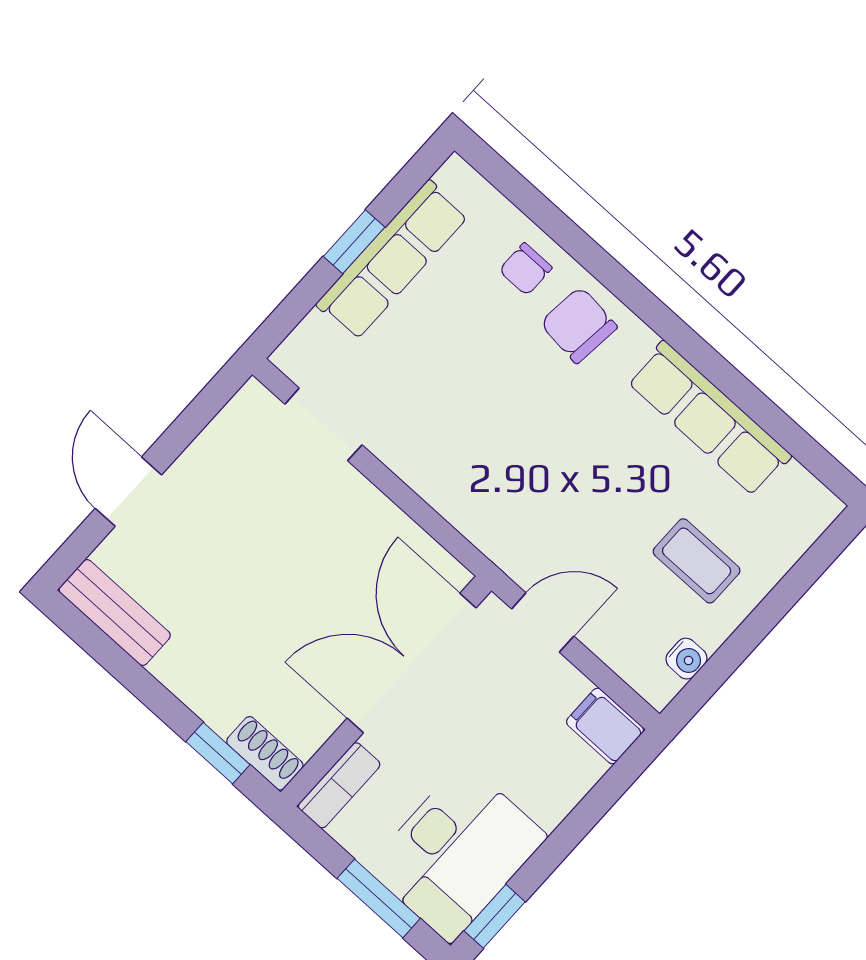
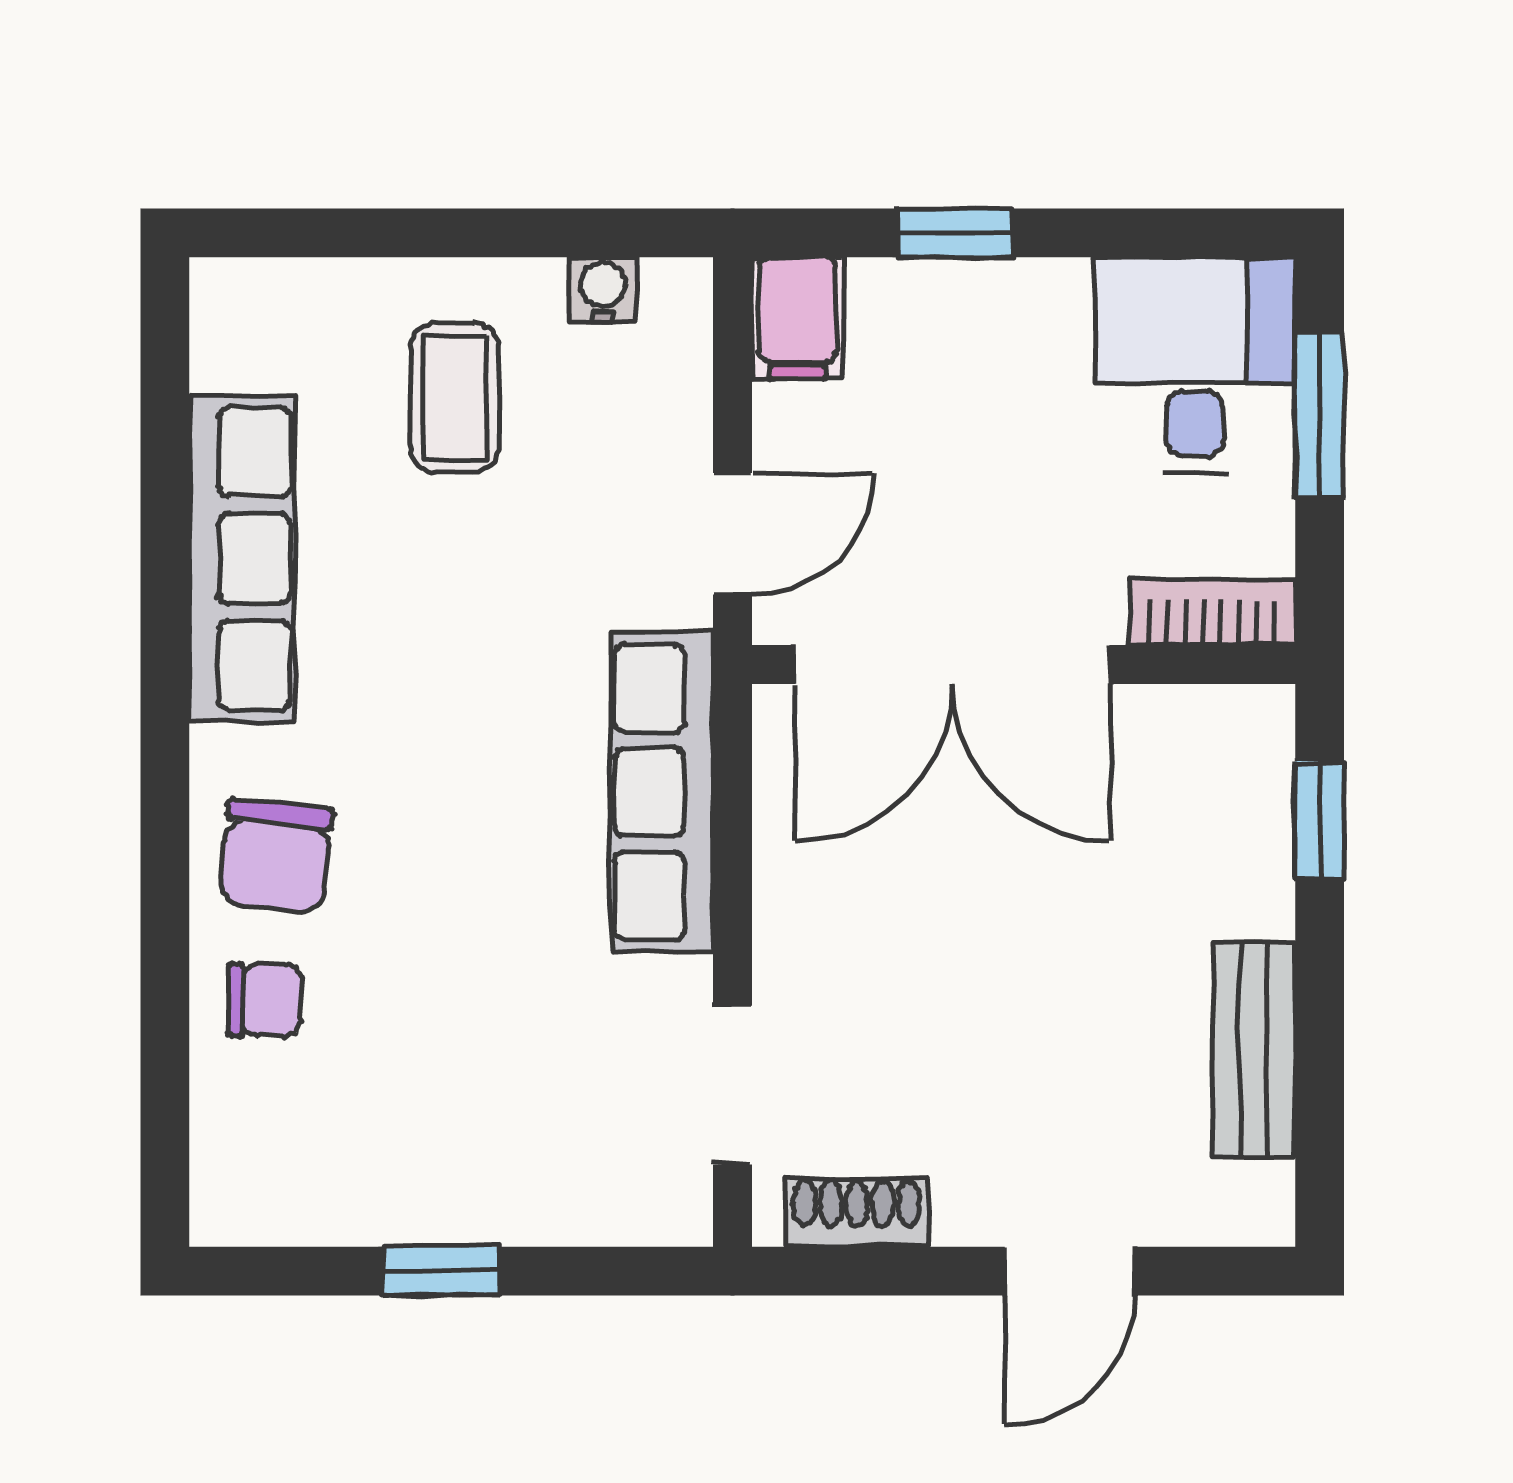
row of seats: (392, 260) -> (662, 792), moved, turned -90
bench: (115, 613) -> (1254, 1050), moved
door: (543, 623) -> (733, 534), swing flipped
shoe rack: (265, 753) -> (857, 1212), moved, turned 90
desk: (457, 852) -> (1195, 365), width x0.73
window: (495, 916) -> (955, 233), moved

